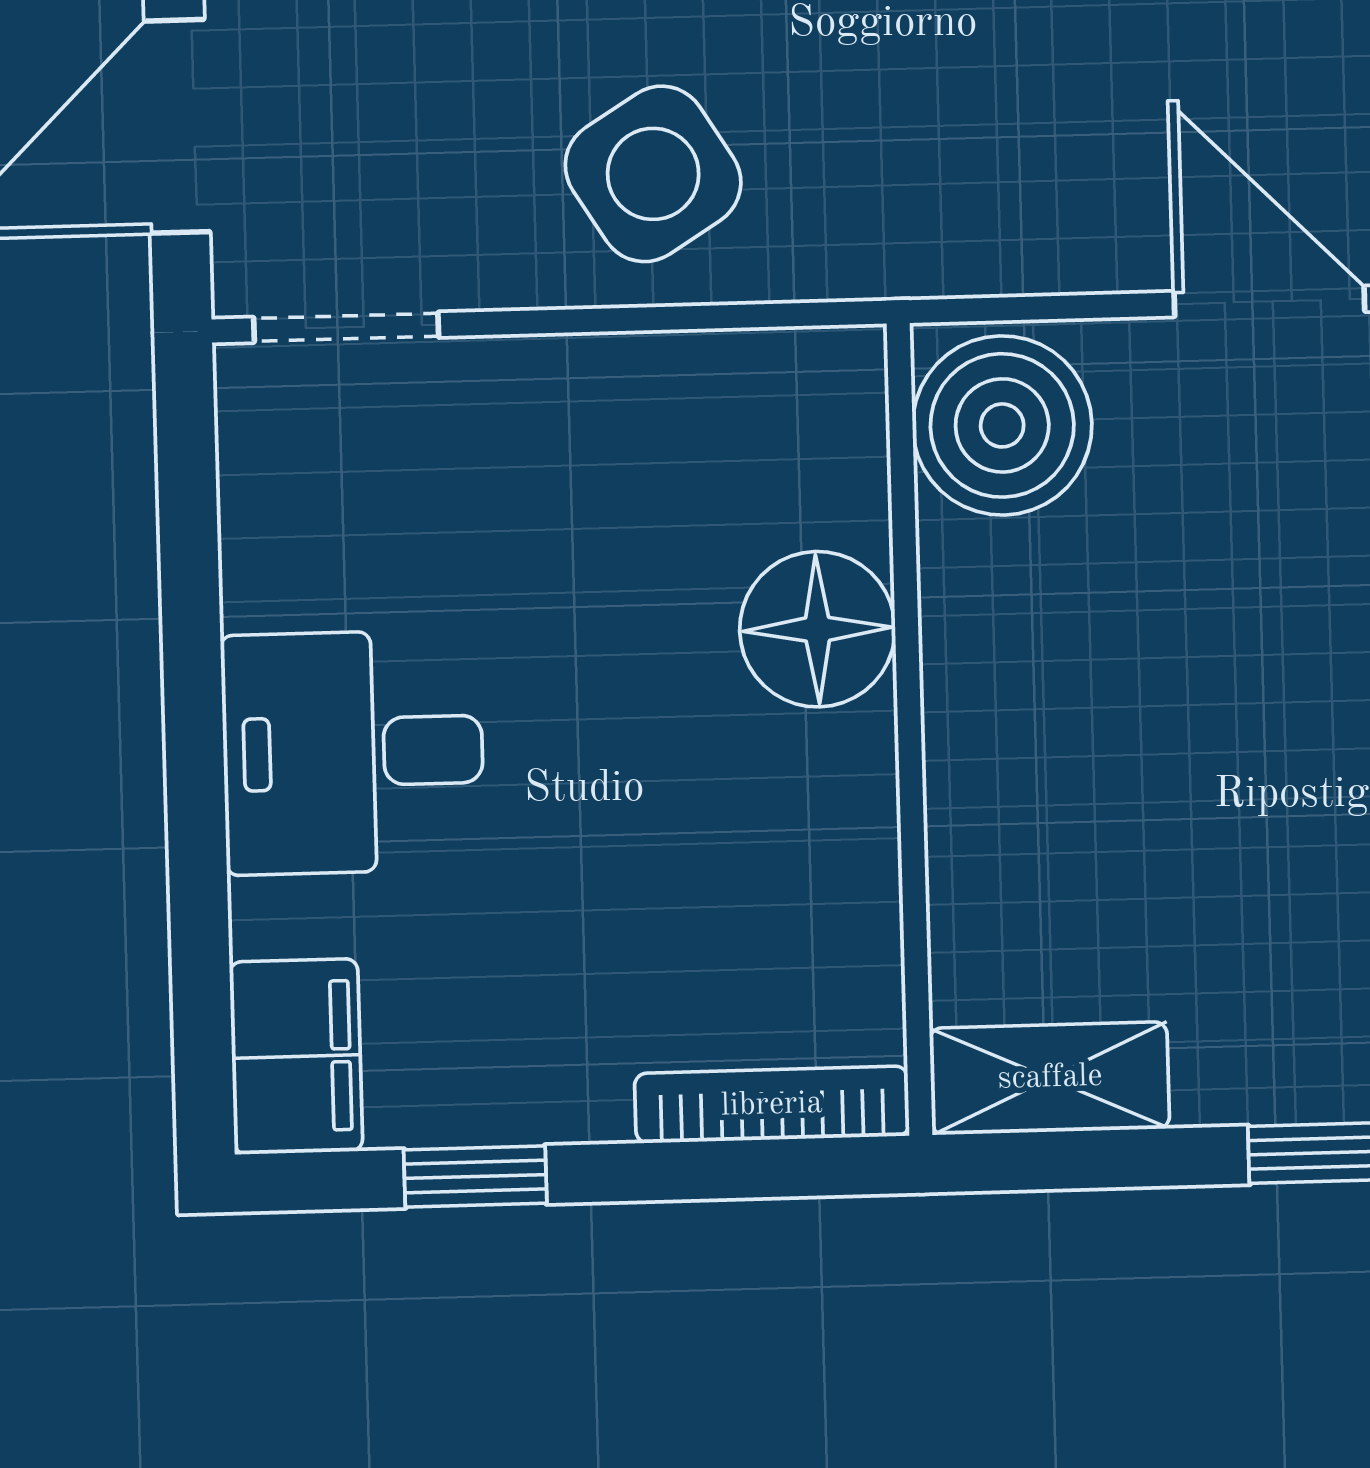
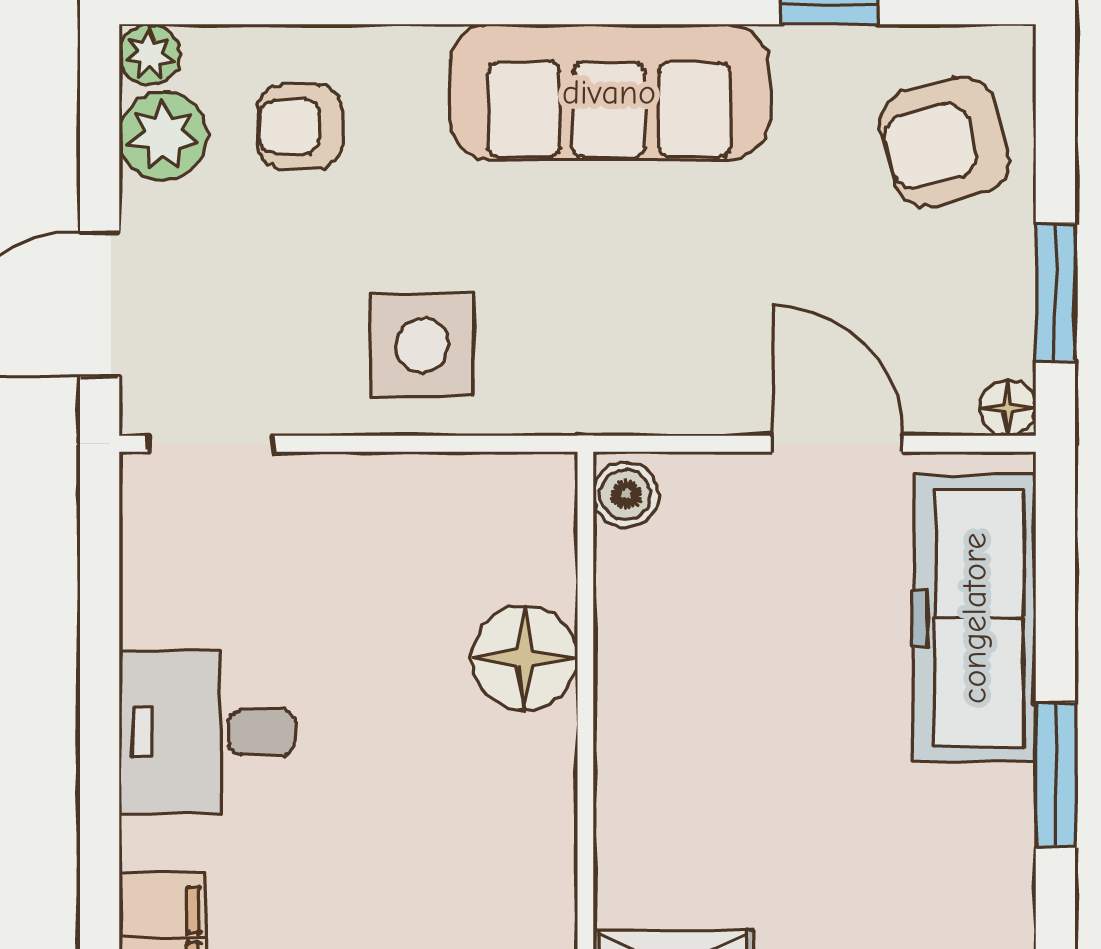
side table: (653, 174) -> (422, 345), turned 32
boiler: (1002, 425) -> (626, 495), width x0.54, depth x0.54

